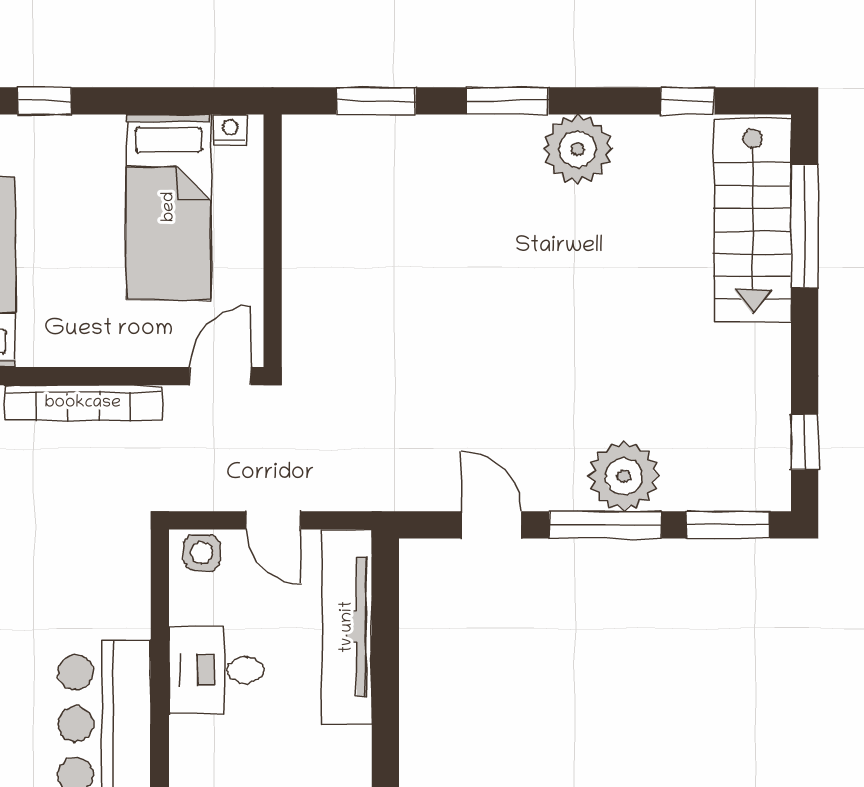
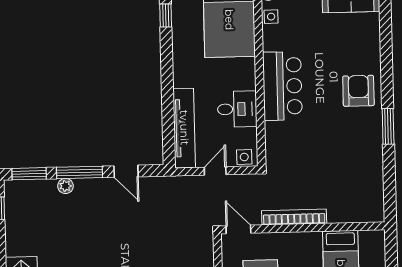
door: (220, 376) -> (238, 229), swing flipped
plant: (624, 476) -> (65, 186), width x0.53, depth x0.53
door: (273, 520) -> (215, 171), hinge flipped

